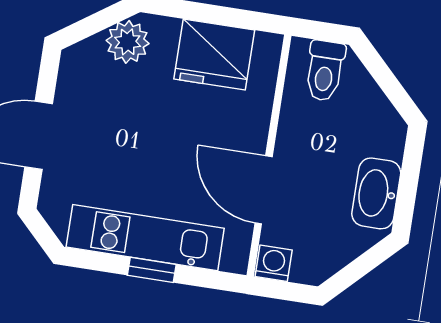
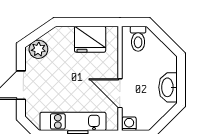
plant: (128, 42) -> (38, 49), moved

